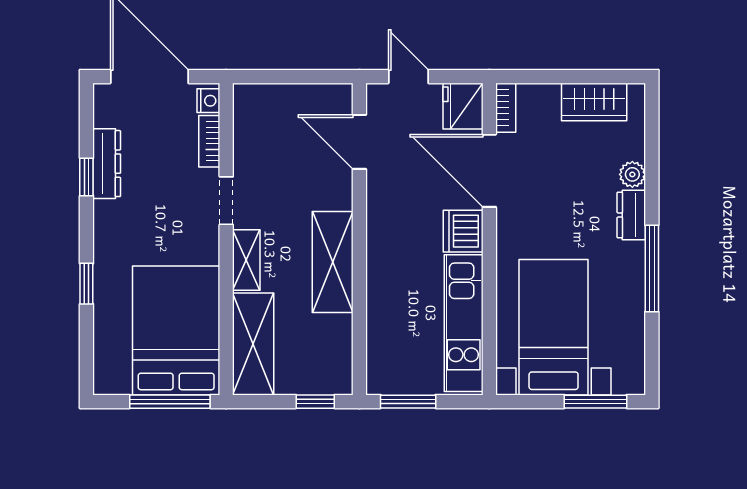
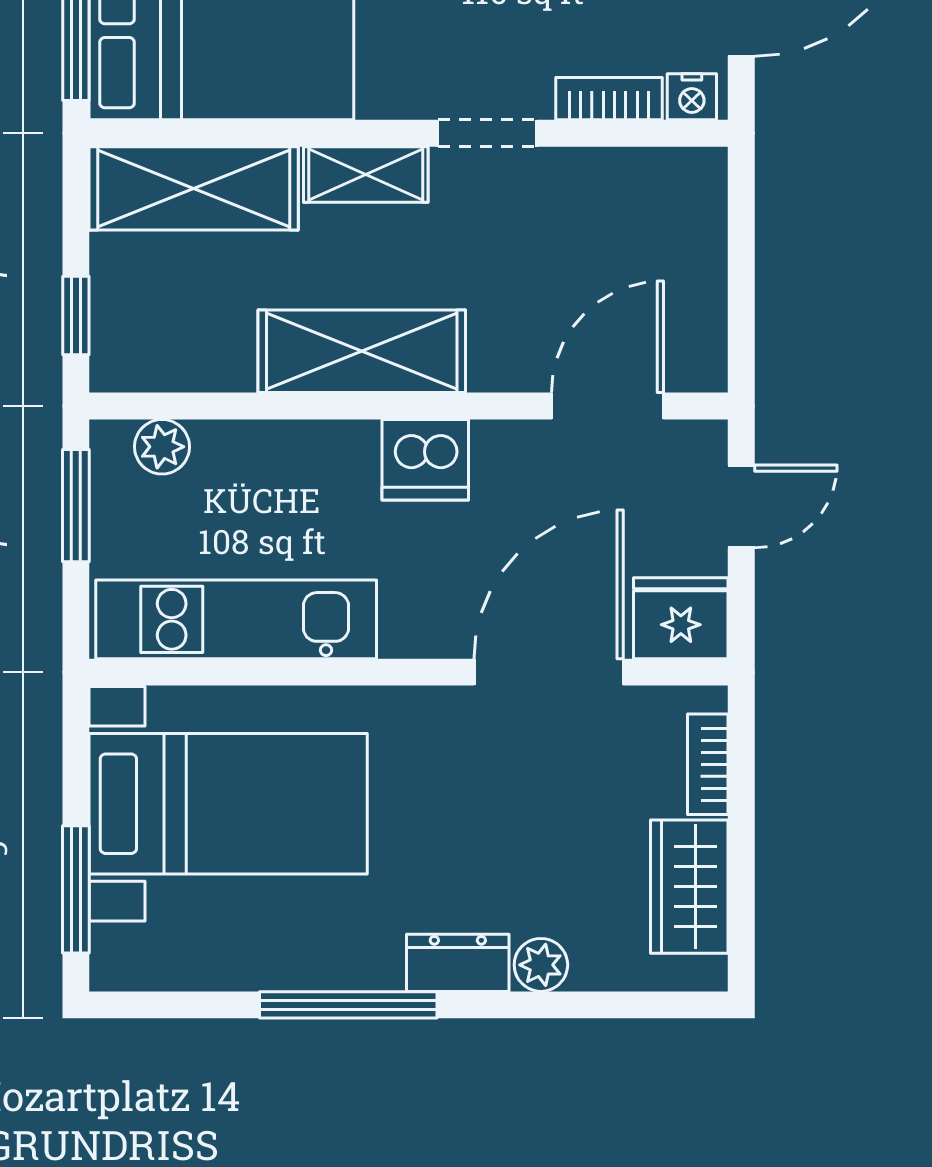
bookcase: (506, 108) -> (708, 764), moved, turned 90
dishwasher: (463, 231) -> (425, 460), moved, turned 180
plant: (379, 359) -> (162, 447), added

